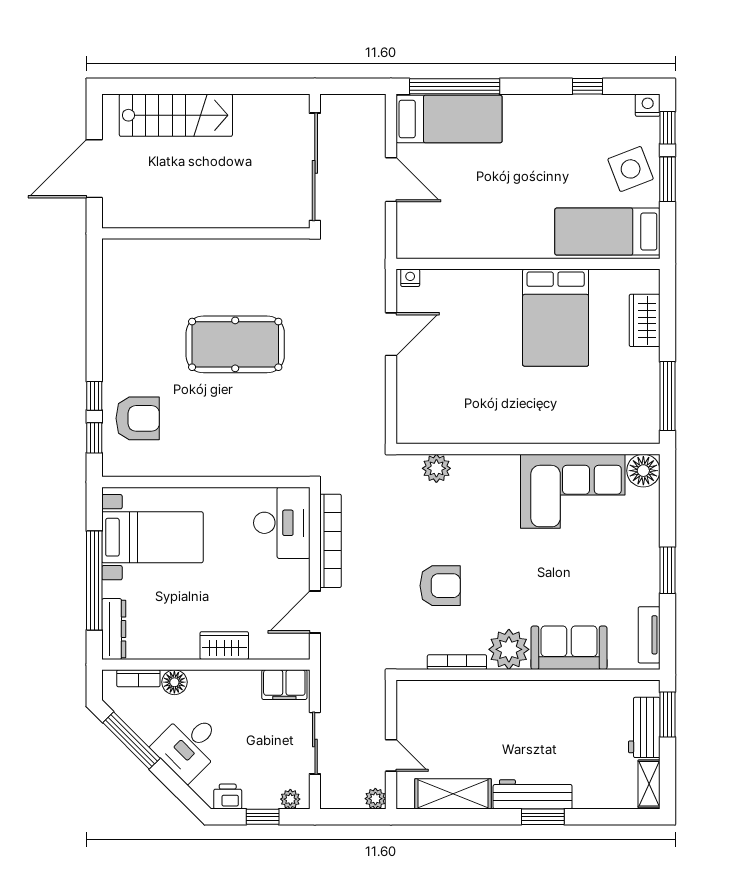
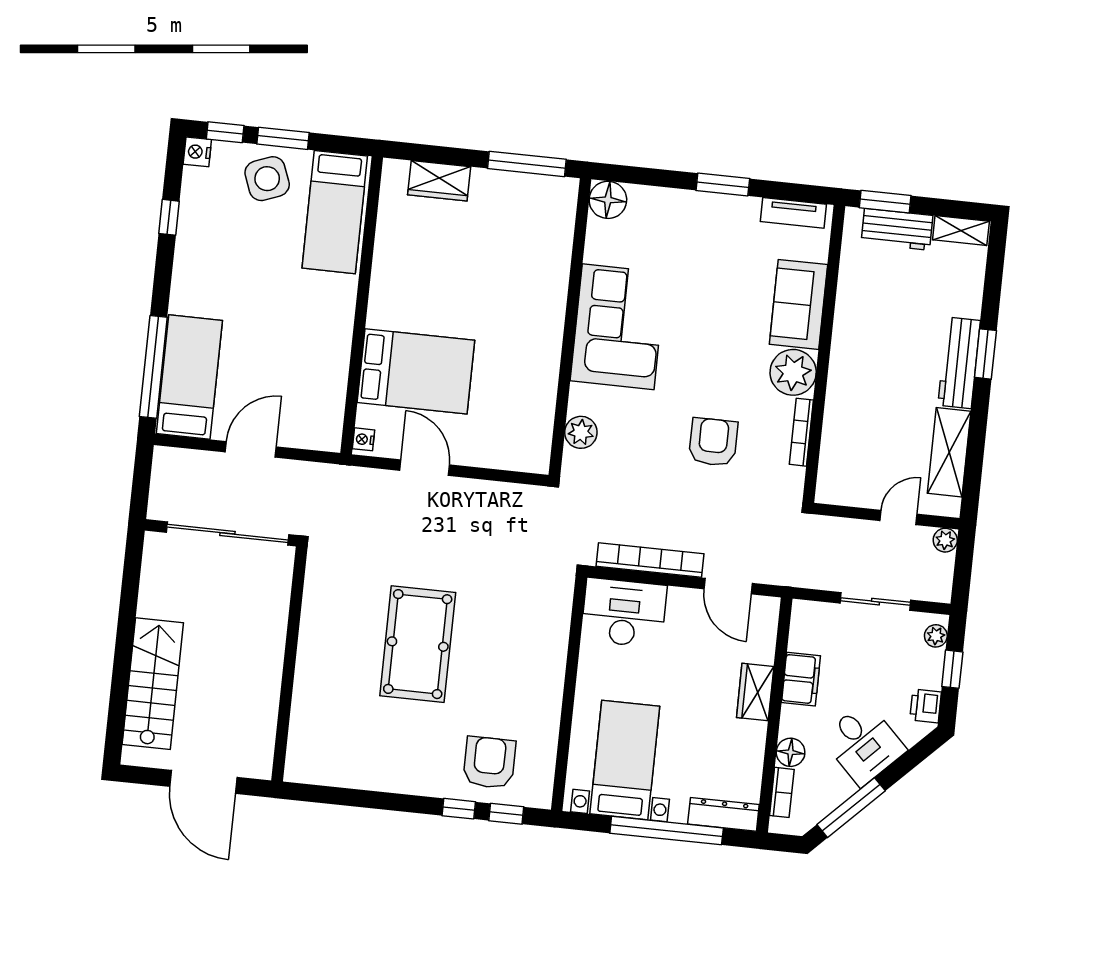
bed: (556, 318) -> (416, 371), moved
corner sofa: (573, 491) -> (618, 327), moved
filing cabinet: (284, 685) -> (801, 679), moved

